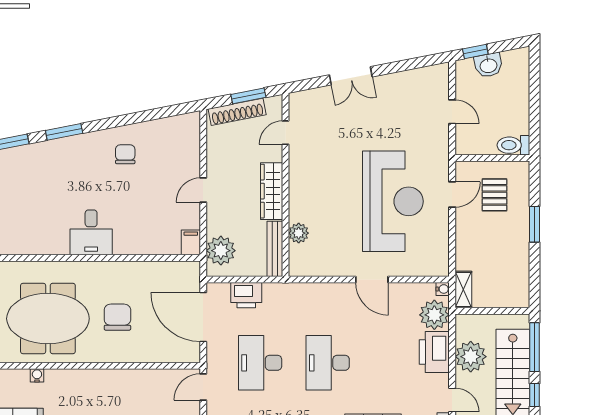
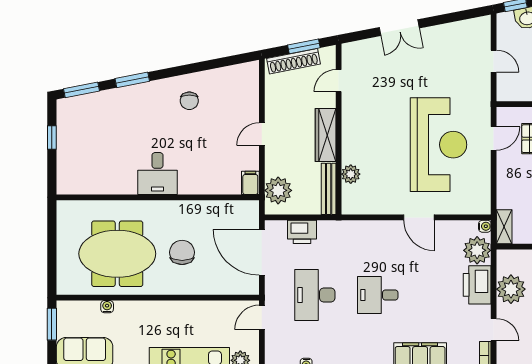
chair: (125, 154) -> (189, 101), turned 180
desk: (328, 363) -> (378, 295), width x0.73

